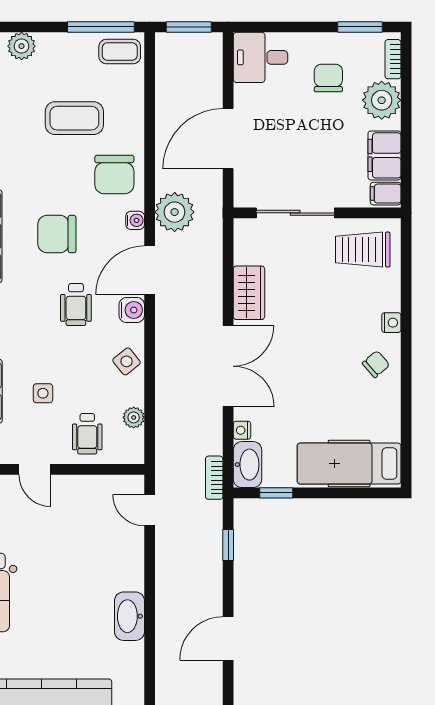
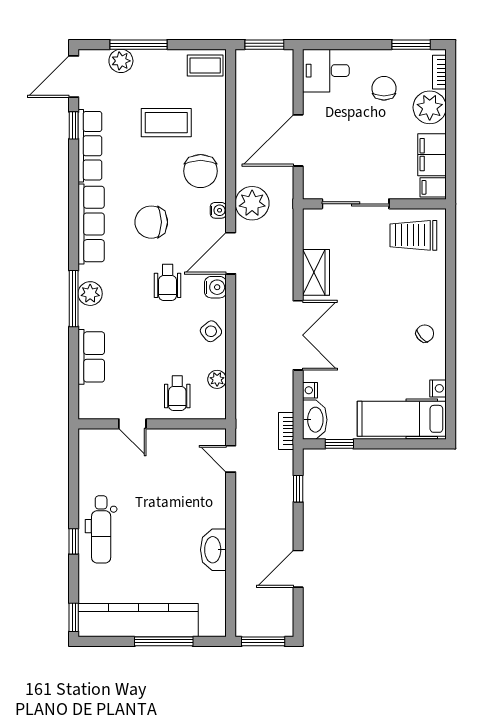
window: (101, 27) -> (138, 45), moved
nightstand: (391, 323) -> (438, 388), moved
side table: (43, 393) -> (139, 359), removed

